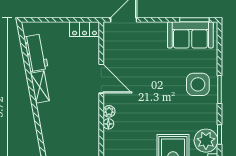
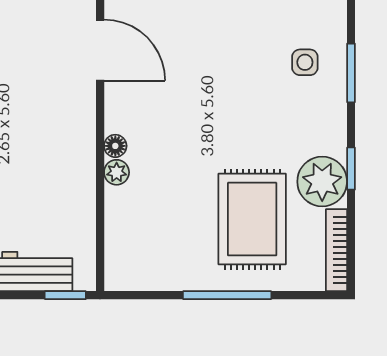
side table: (198, 84) -> (305, 62), width x0.54, depth x0.54
plant: (109, 111) -> (117, 172), moved

